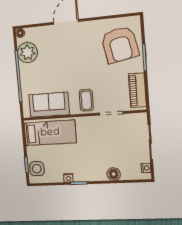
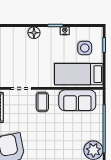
side table: (37, 169) -> (85, 48), moved
floor lamp: (114, 174) -> (34, 33), moved

